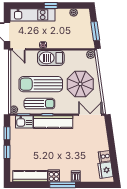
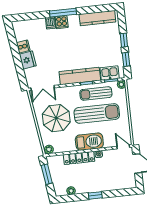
kitchen unit: (32, 15) -> (113, 184), removed
locker: (62, 43) -> (79, 158), added
fridge: (106, 170) -> (28, 60), moved
cooker: (54, 176) -> (62, 22), moved

